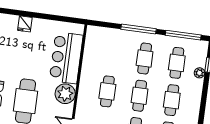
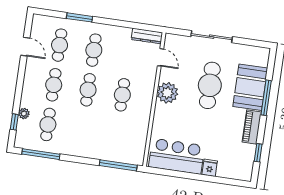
window: (139, 29) -> (118, 165), moved
bar counter: (66, 58) -> (177, 156), moved, turned -90
cafe table: (145, 59) -> (82, 129), removed

